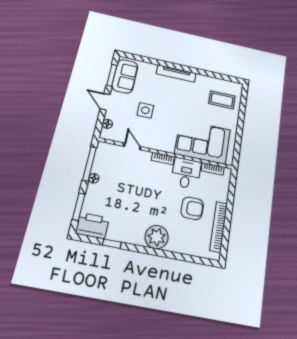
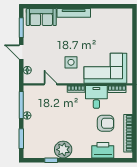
sofa: (125, 76) -> (41, 17), moved, turned 90
coffee table: (222, 100) -> (116, 28), removed
side table: (145, 110) -> (71, 62), moved
printer: (92, 226) -> (103, 150), moved
plant: (157, 237) -> (63, 150), moved

